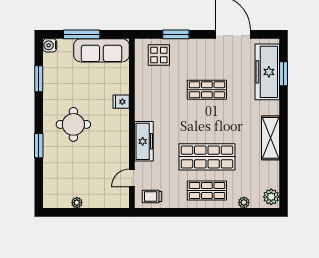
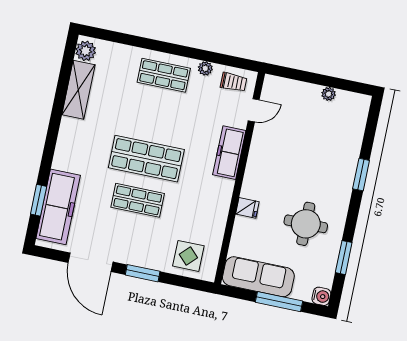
window: (176, 34) -> (143, 273), moved
round table: (73, 124) -> (306, 224), moved
shelving: (270, 138) -> (78, 90), moved
shop shelf: (207, 157) -> (146, 159), moved
plant: (244, 202) -> (205, 68), moved

